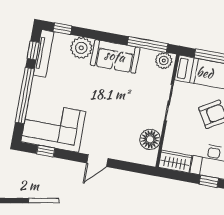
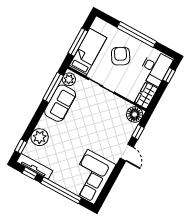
sofa: (115, 56) -> (60, 103), moved
floor lamp: (150, 139) -> (135, 114), moved
window: (46, 151) -> (138, 132), moved

